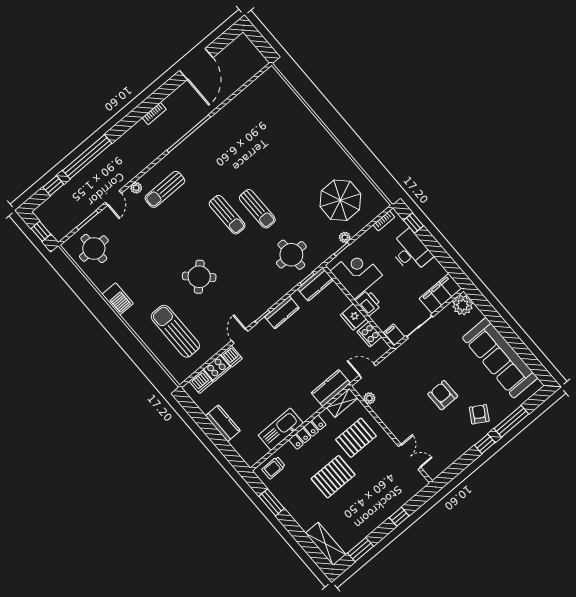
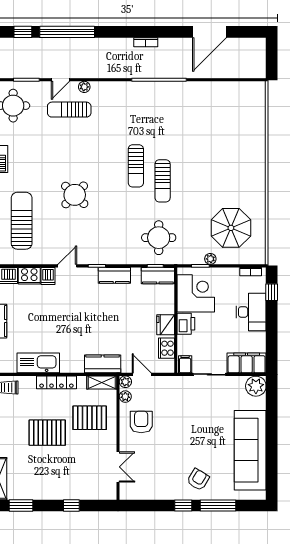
sun lounger: (165, 189) -> (69, 110), moved
plant: (360, 387) -> (125, 382), added
armchair: (443, 395) -> (141, 422), moved

